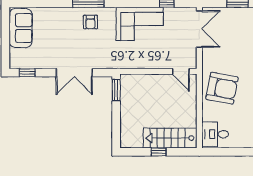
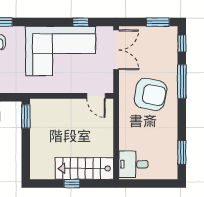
corner sofa: (140, 24) -> (61, 51), width x1.36, depth x1.36
armchair: (222, 88) -> (150, 94), moved

